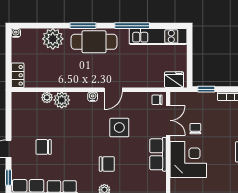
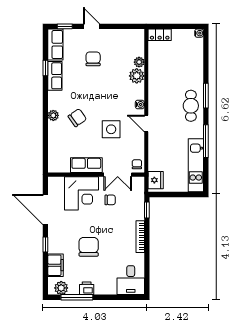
plant: (53, 39) -> (194, 67), removed
cafe table: (94, 42) -> (191, 106), width x0.73, depth x0.74
chair: (107, 164) -> (77, 118), turned -125

